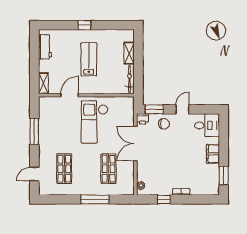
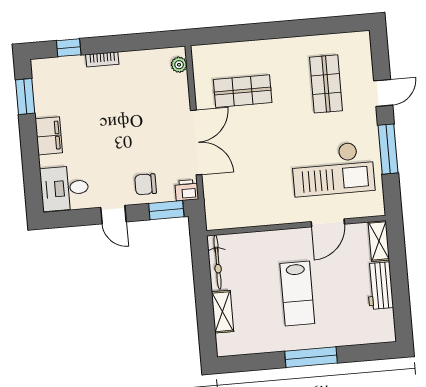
window: (84, 25) -> (311, 357), width x2.17
workbench: (45, 47) -> (380, 286), moved
door: (182, 109) -> (113, 215), hinge flipped
checkout: (95, 122) -> (333, 169), moved, turned 90
shop shelf: (109, 169) -> (243, 91), turned 90
door: (34, 174) -> (383, 93), moved
window: (95, 199) -> (263, 31), removed
window: (164, 199) -> (69, 48), moved

